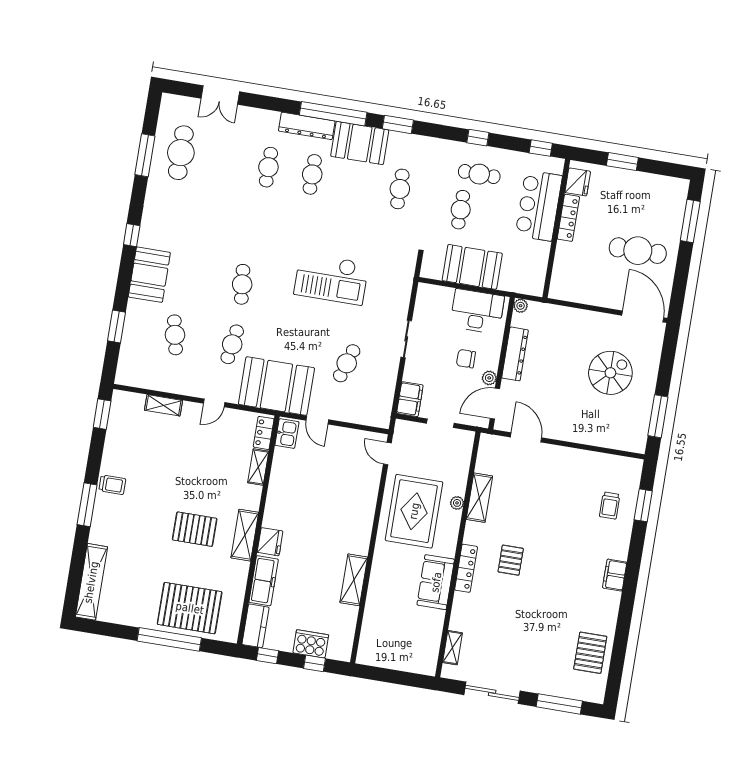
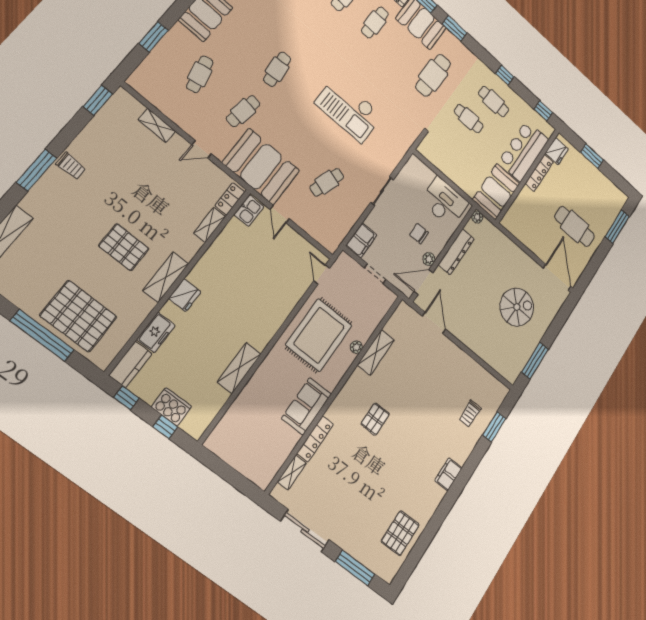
cafe table: (400, 189) -> (433, 75), width x1.37, depth x1.35
cafe table: (461, 210) -> (469, 119), turned 90
booth: (472, 267) -> (496, 192), moved, turned 90
locker: (466, 568) -> (315, 439), moved
freezer: (264, 581) -> (156, 332), width x0.71

